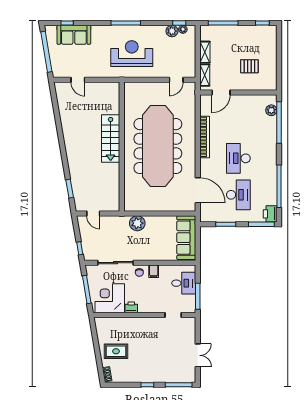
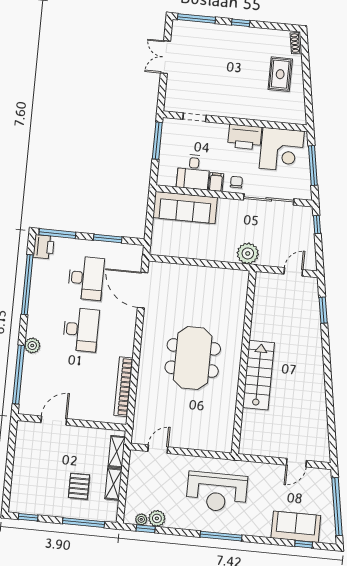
pallet: (249, 66) -> (79, 486), moved, turned 90
door: (78, 80) -> (296, 463), swing flipped
door: (221, 93) -> (54, 421), moved
plant: (271, 110) -> (32, 346), moved
bookcase: (205, 137) -> (123, 387), moved
meeting table: (158, 146) -> (193, 358), width x0.54, depth x0.79
desk: (238, 195) -> (86, 278), turned 180
door: (93, 213) -> (293, 272), hinge flipped
plant: (137, 223) -> (248, 253), moved
sofa: (186, 238) -> (185, 208), moved, turned 90
desk: (184, 283) -> (193, 172), moved, turned -90
printer: (131, 307) -> (245, 137), width x1.87, depth x1.48
rug: (116, 351) -> (280, 74), turned 90

